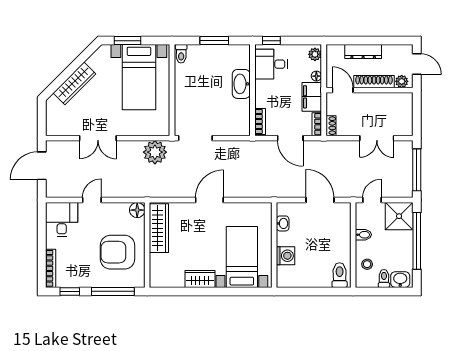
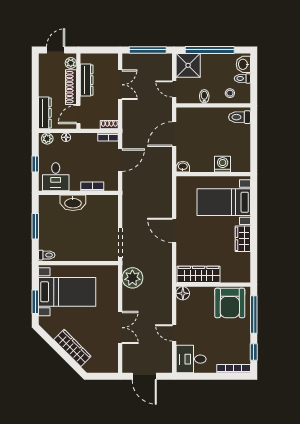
window: (271, 41) -> (35, 164), moved
dresser: (363, 52) -> (45, 113), moved
filing cabinet: (312, 97) -> (84, 141), removed
dresser: (382, 100) -> (87, 80), added
bookcase: (260, 121) -> (92, 186), moved
washbasin: (283, 223) -> (183, 167), moved
armchair: (118, 252) -> (230, 303), moved

